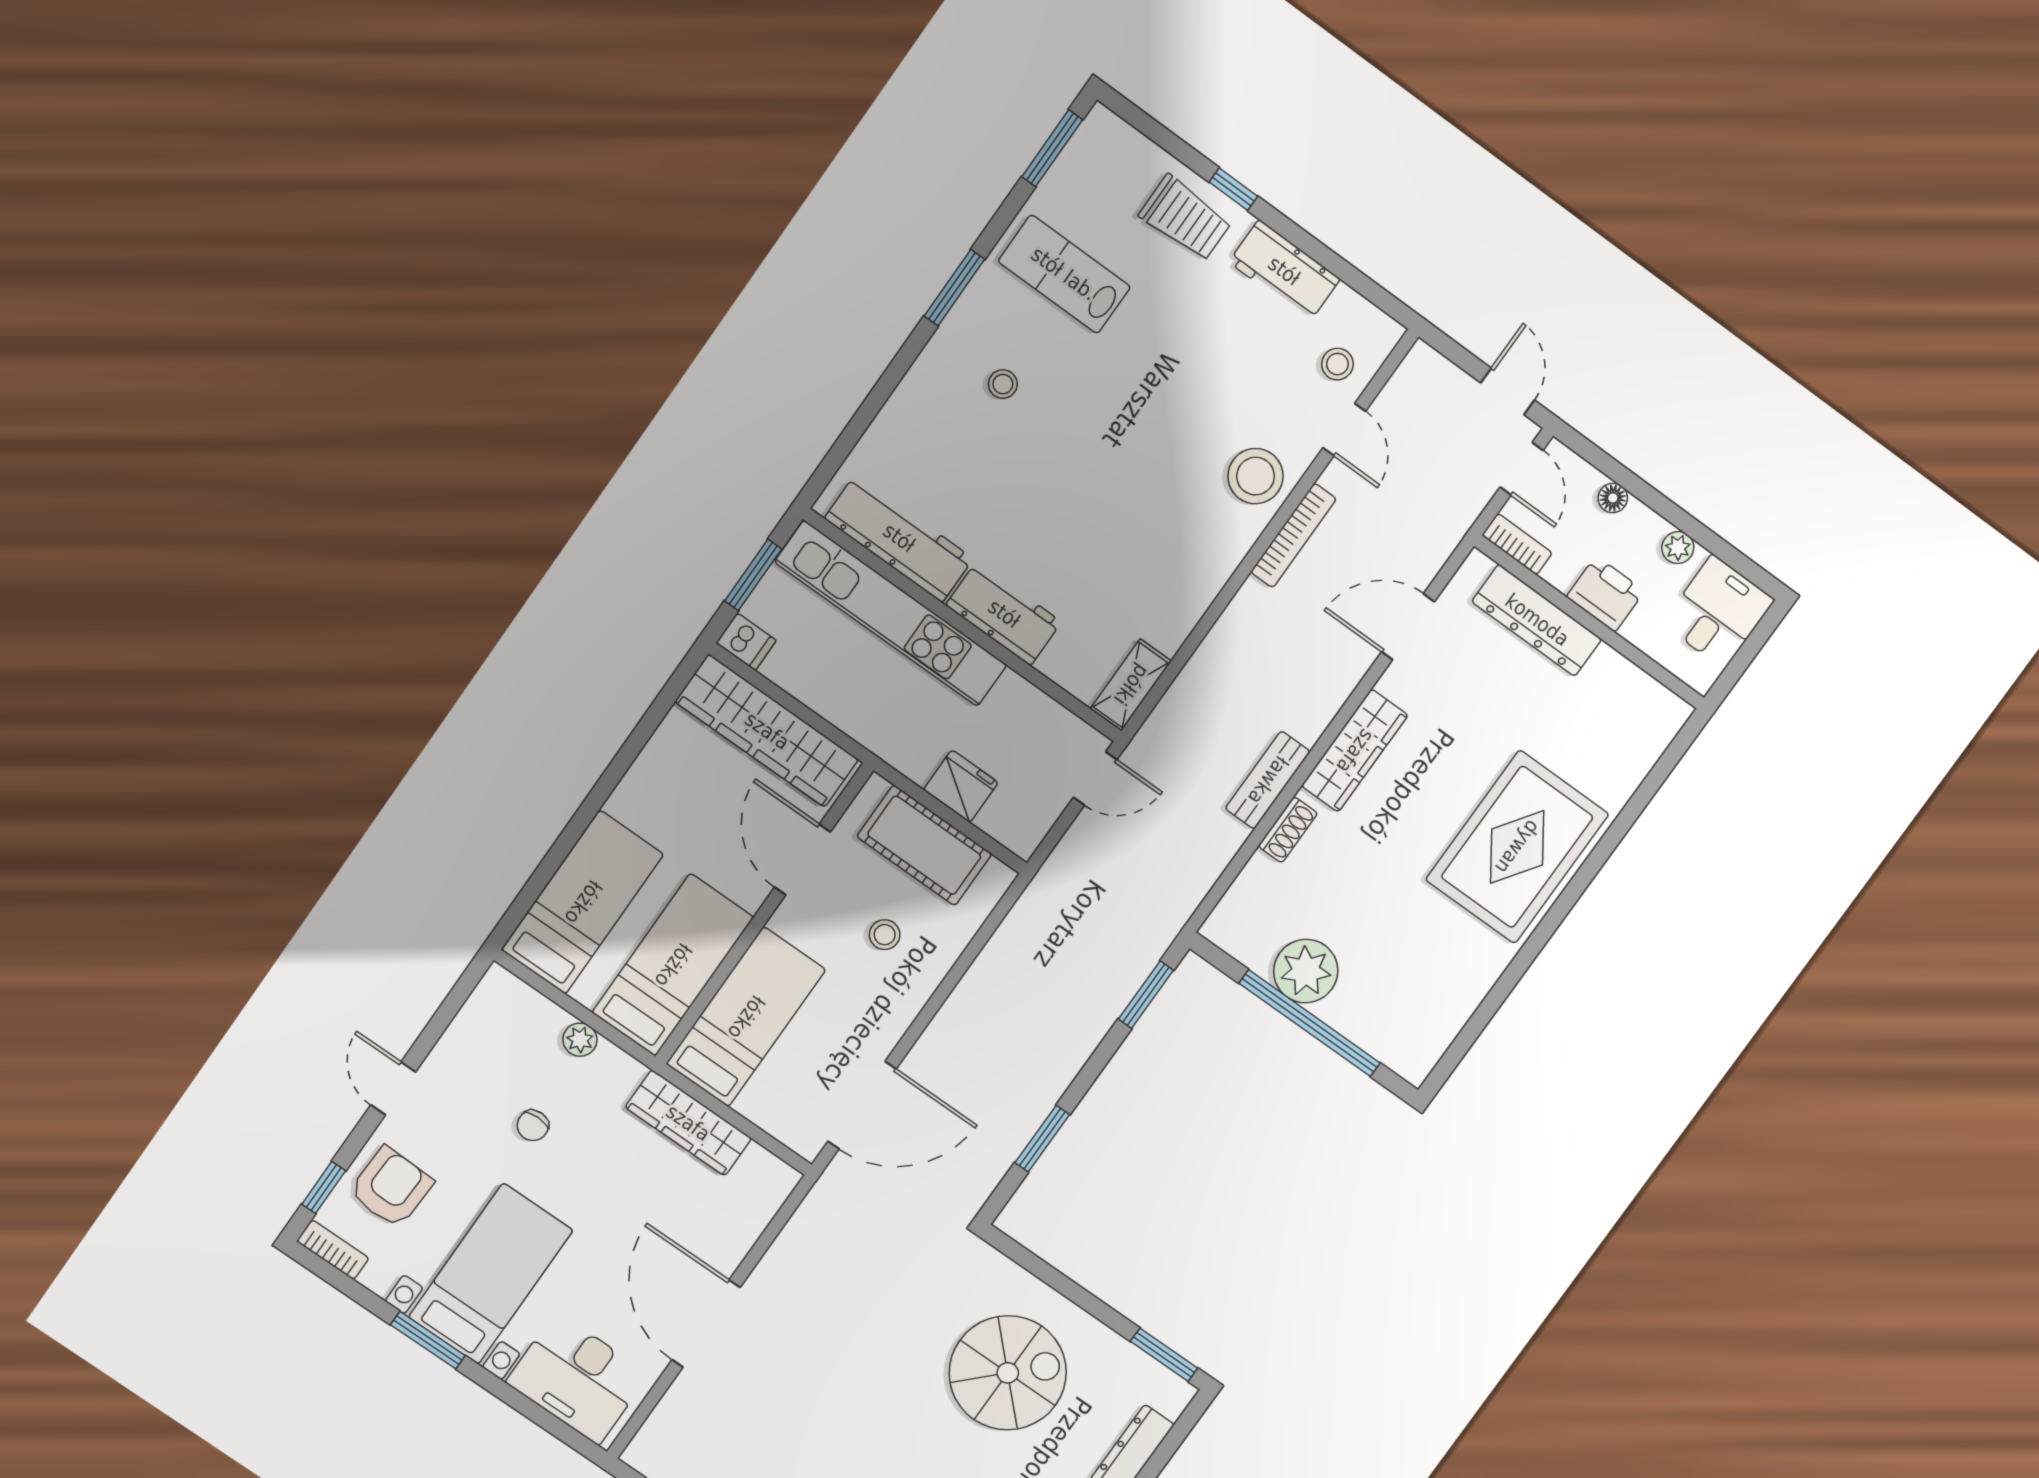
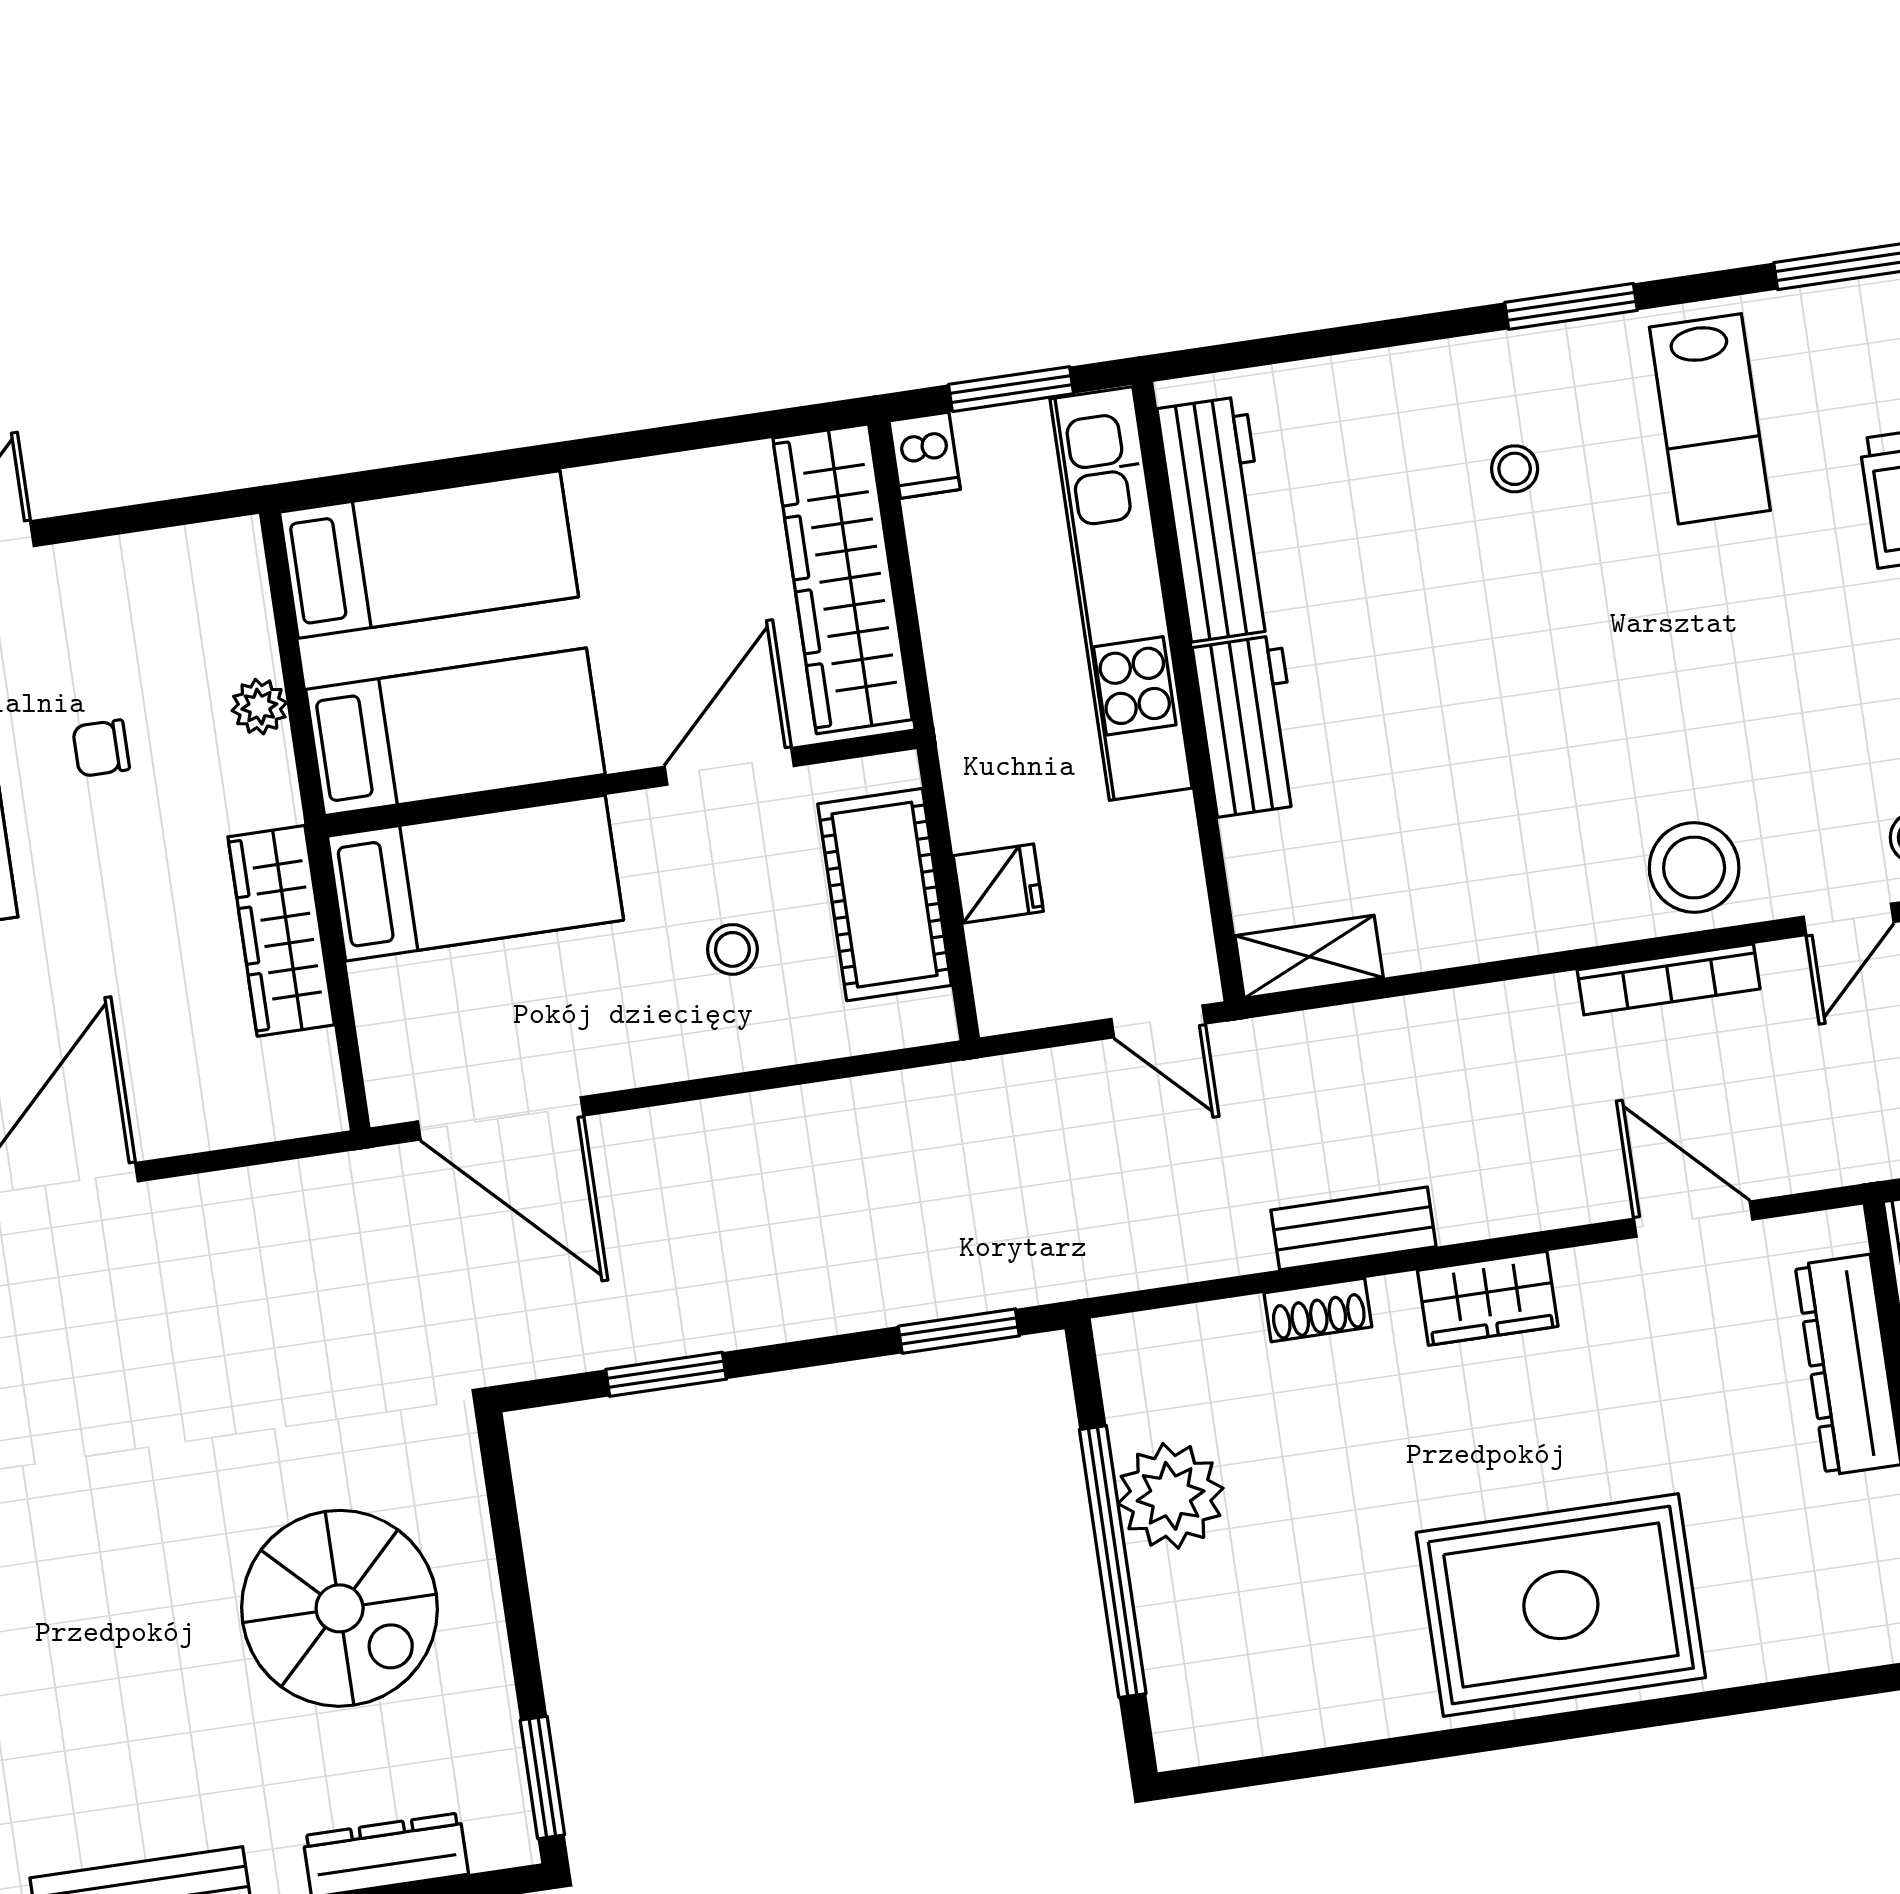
lab bench: (1064, 274) -> (1710, 419), turned 180
wardrobe: (1355, 751) -> (1488, 1298), width x0.67
fridge: (961, 786) -> (998, 884), width x0.72

